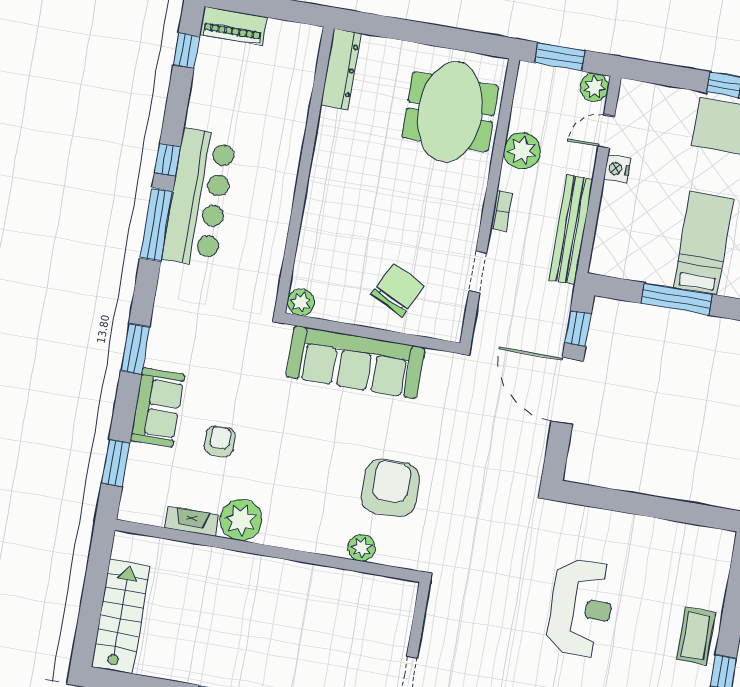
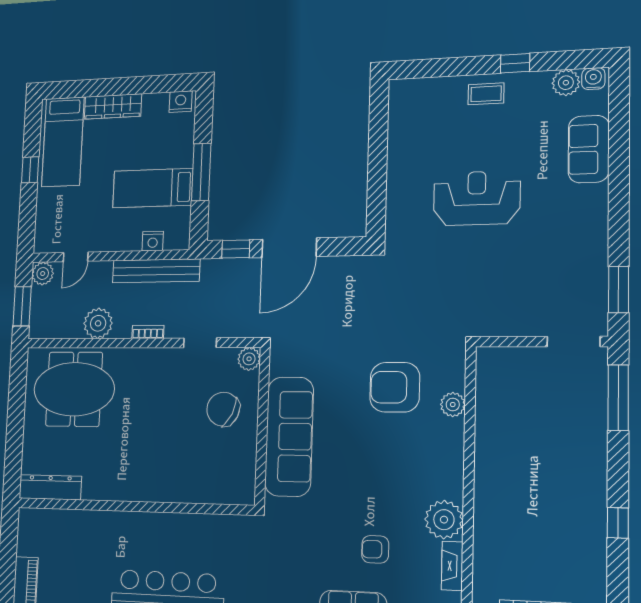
door: (606, 132) -> (76, 257), hinge flipped
nightstand: (617, 169) -> (153, 241), moved
bed: (704, 243) -> (153, 188), moved
plant: (301, 302) -> (249, 359), moved
coffee table: (696, 636) -> (486, 94), width x0.73, depth x0.77

